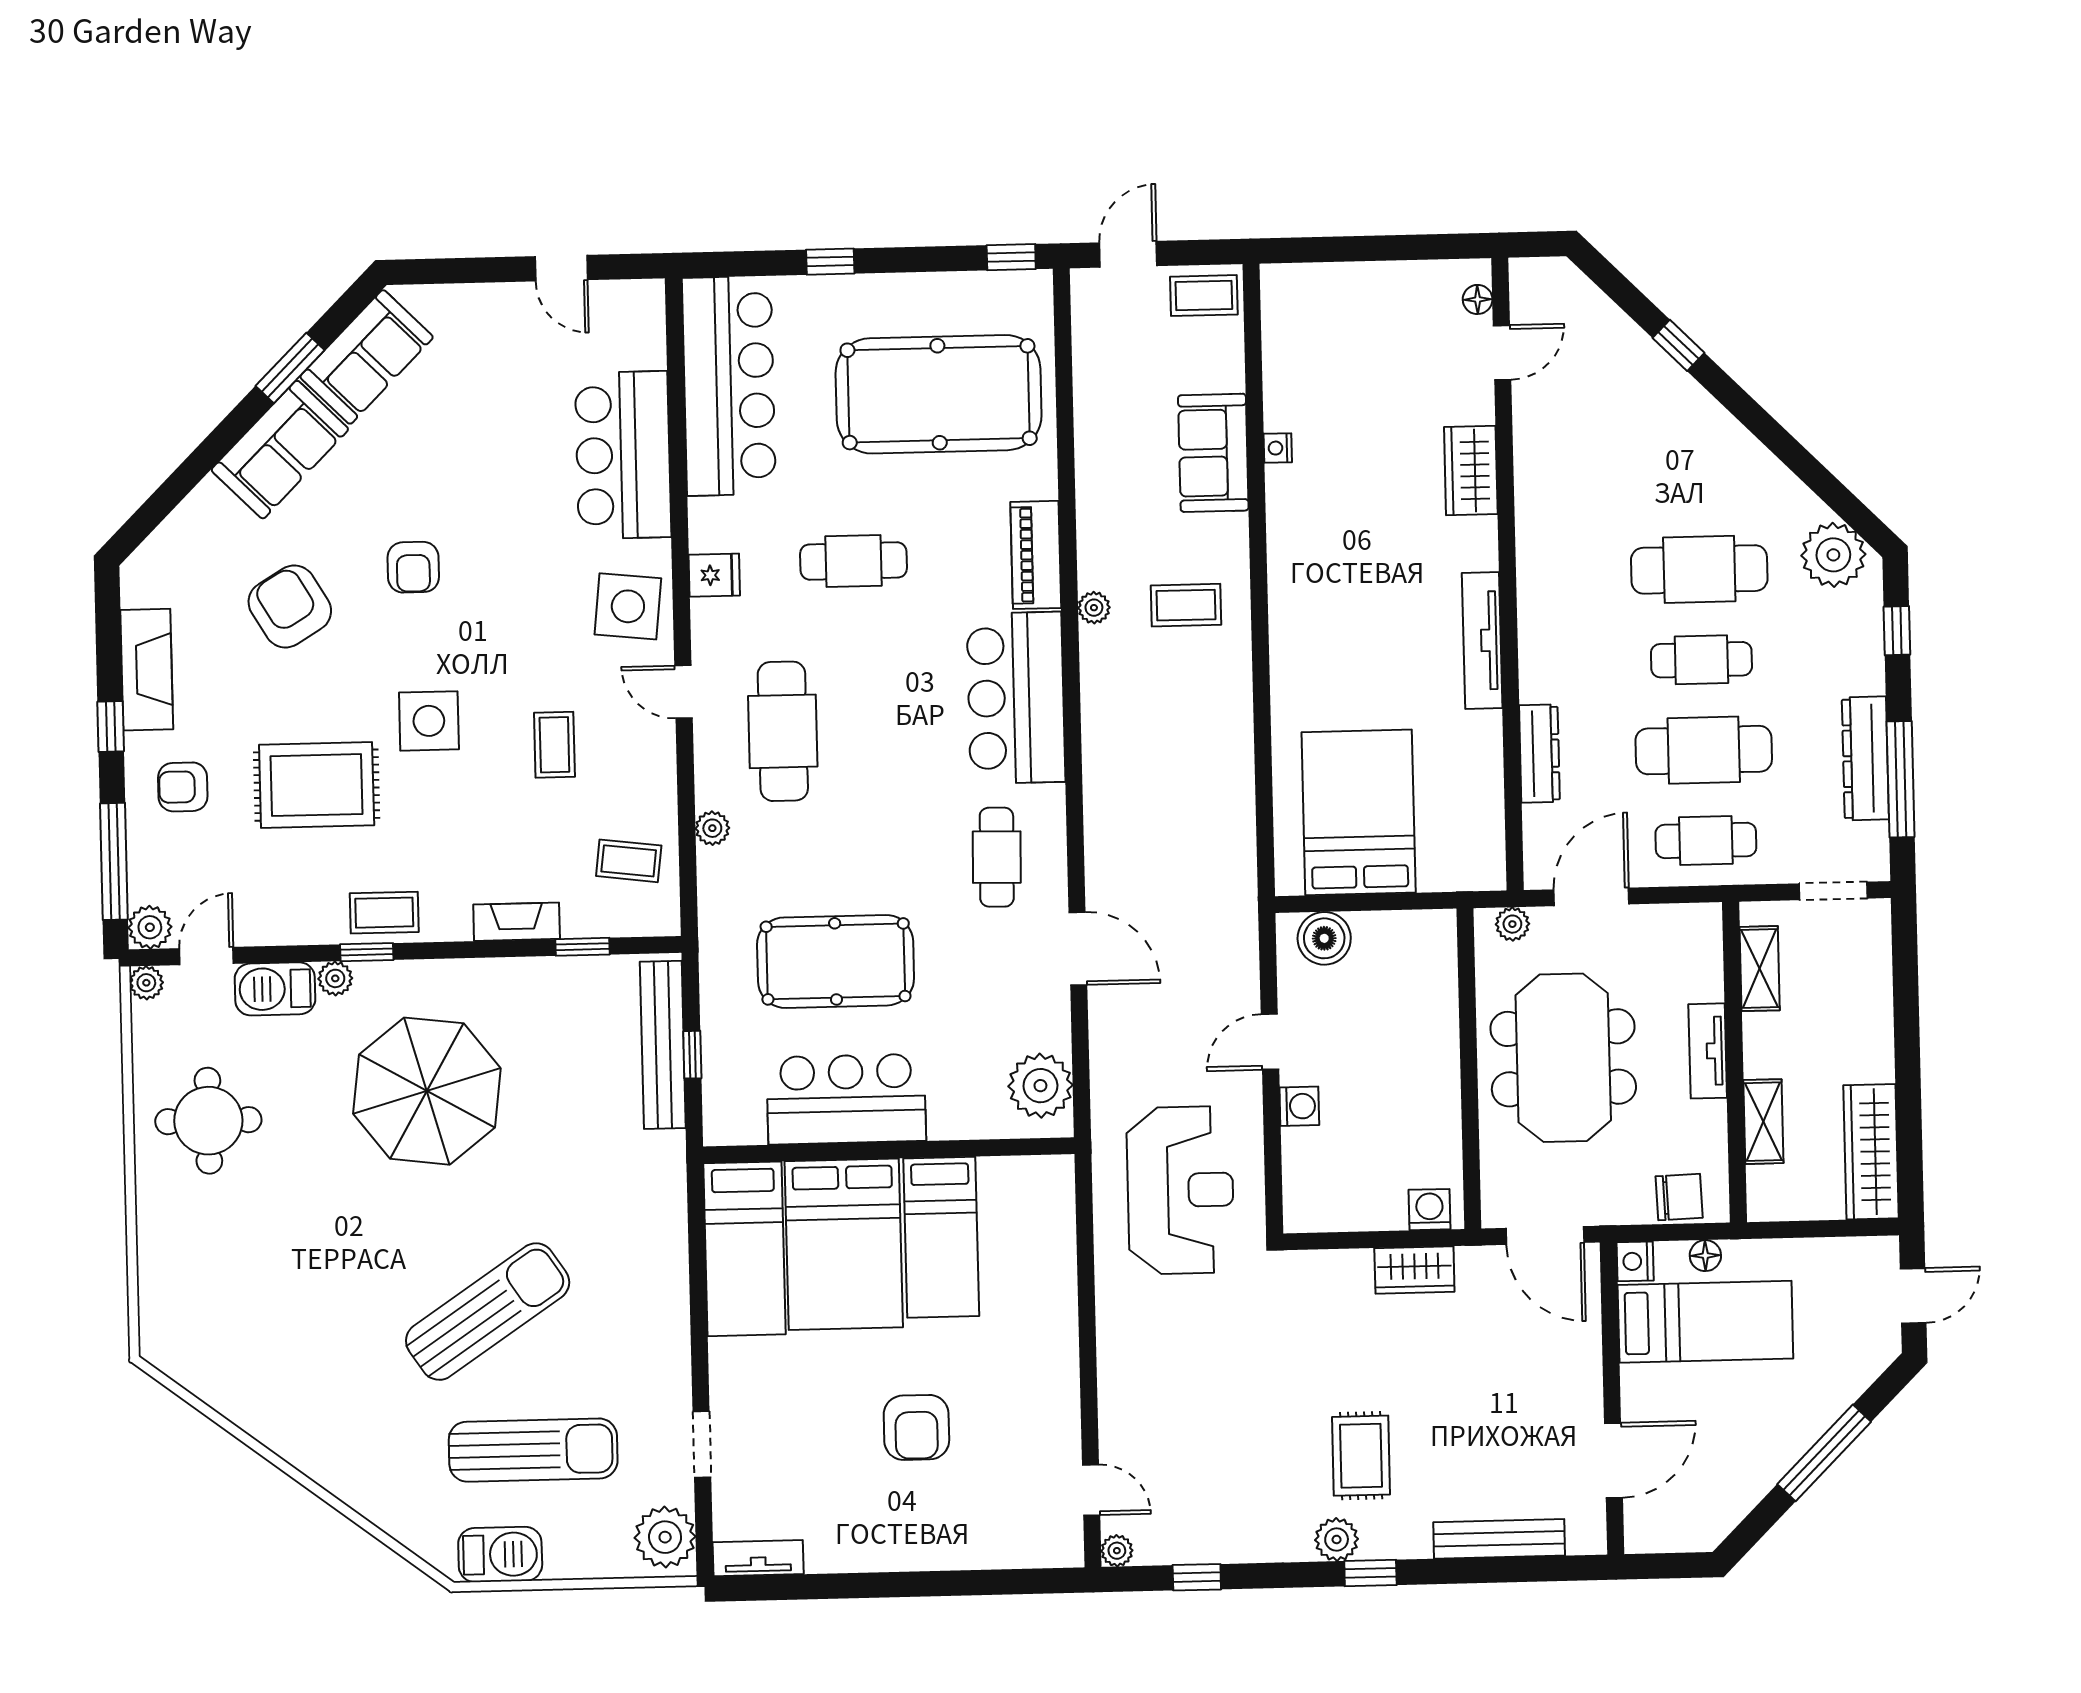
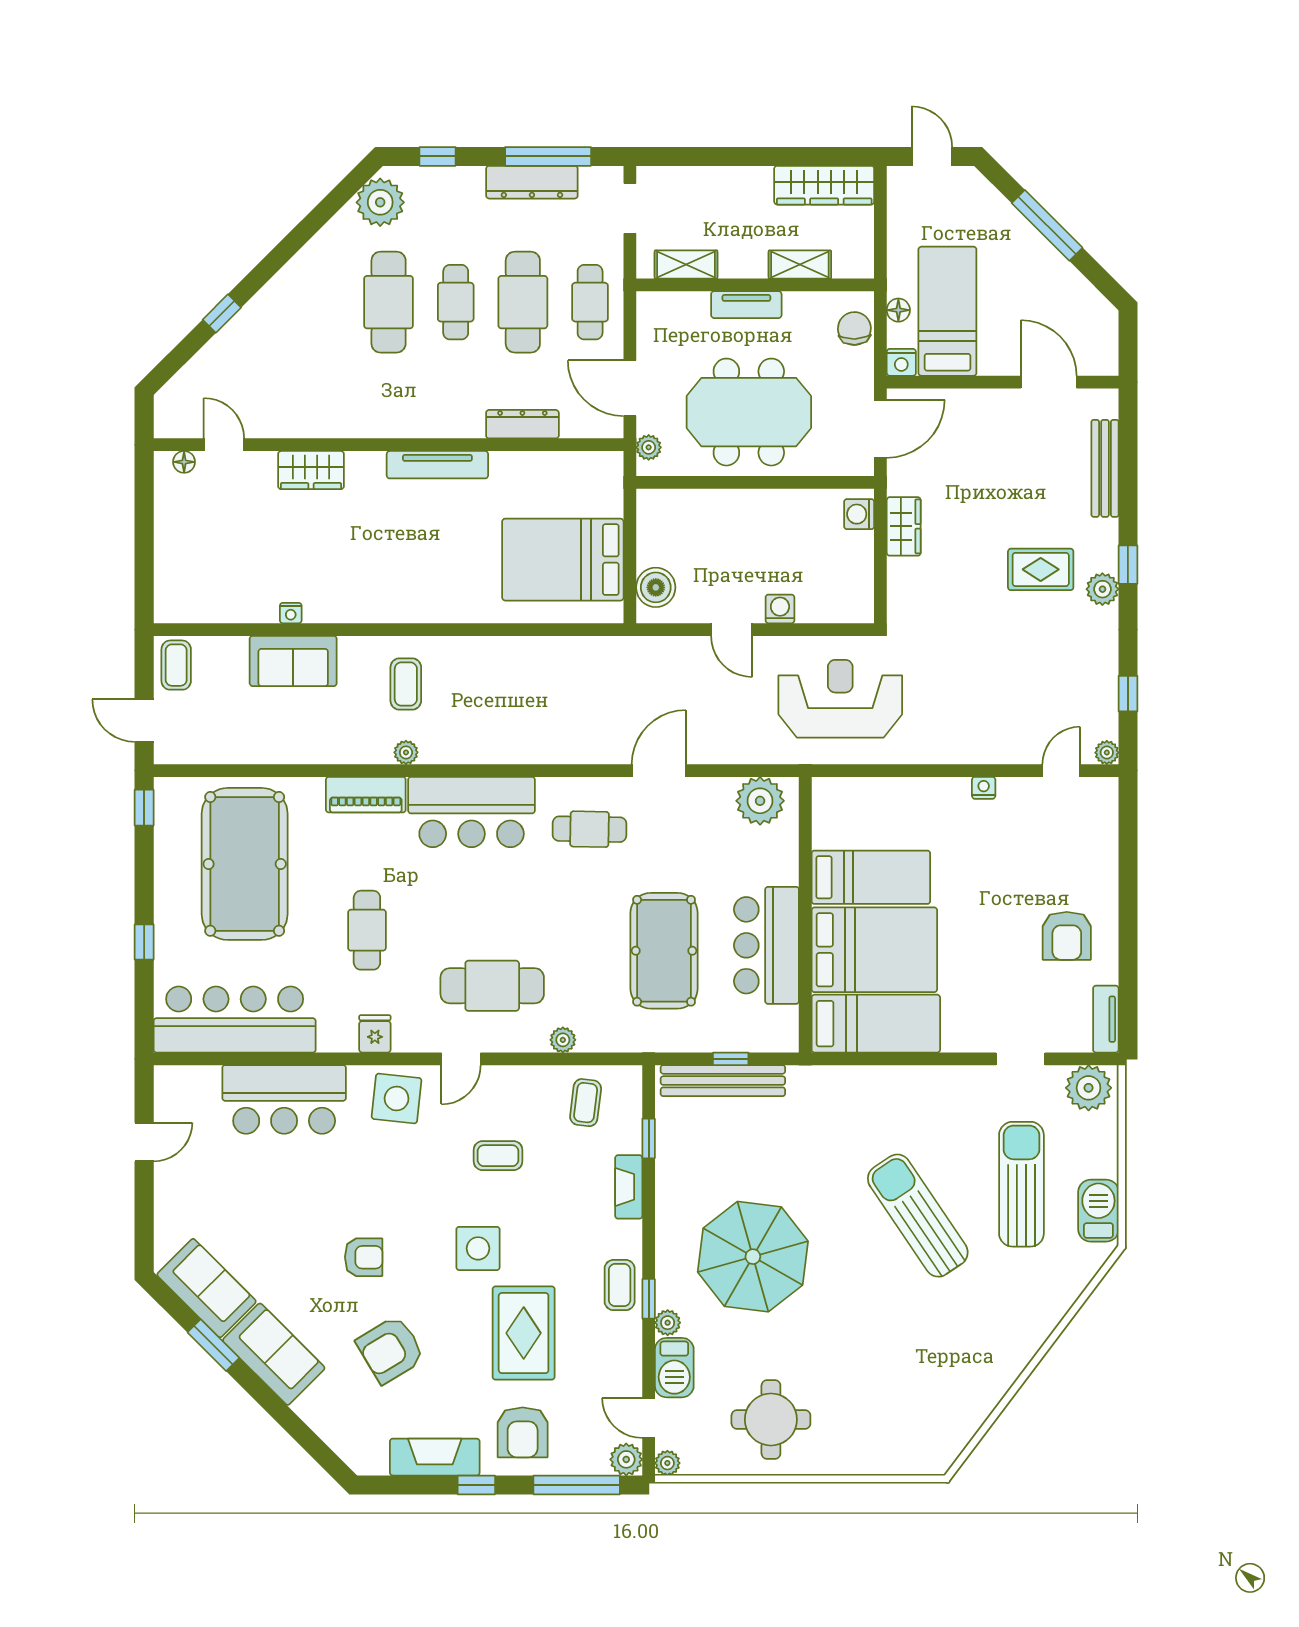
armchair: (183, 787) -> (523, 1432), width x1.38, depth x1.38
nightstand: (1065, 1386) -> (984, 788), added
armchair: (916, 1427) -> (1067, 936), moved, turned 90

